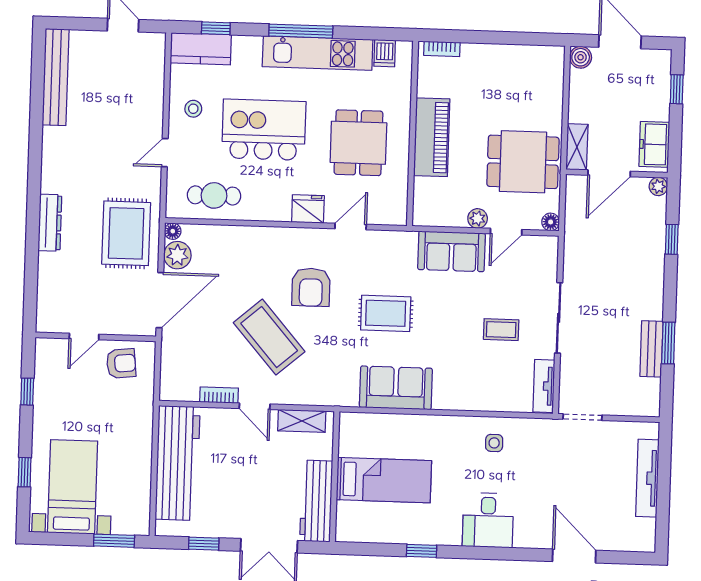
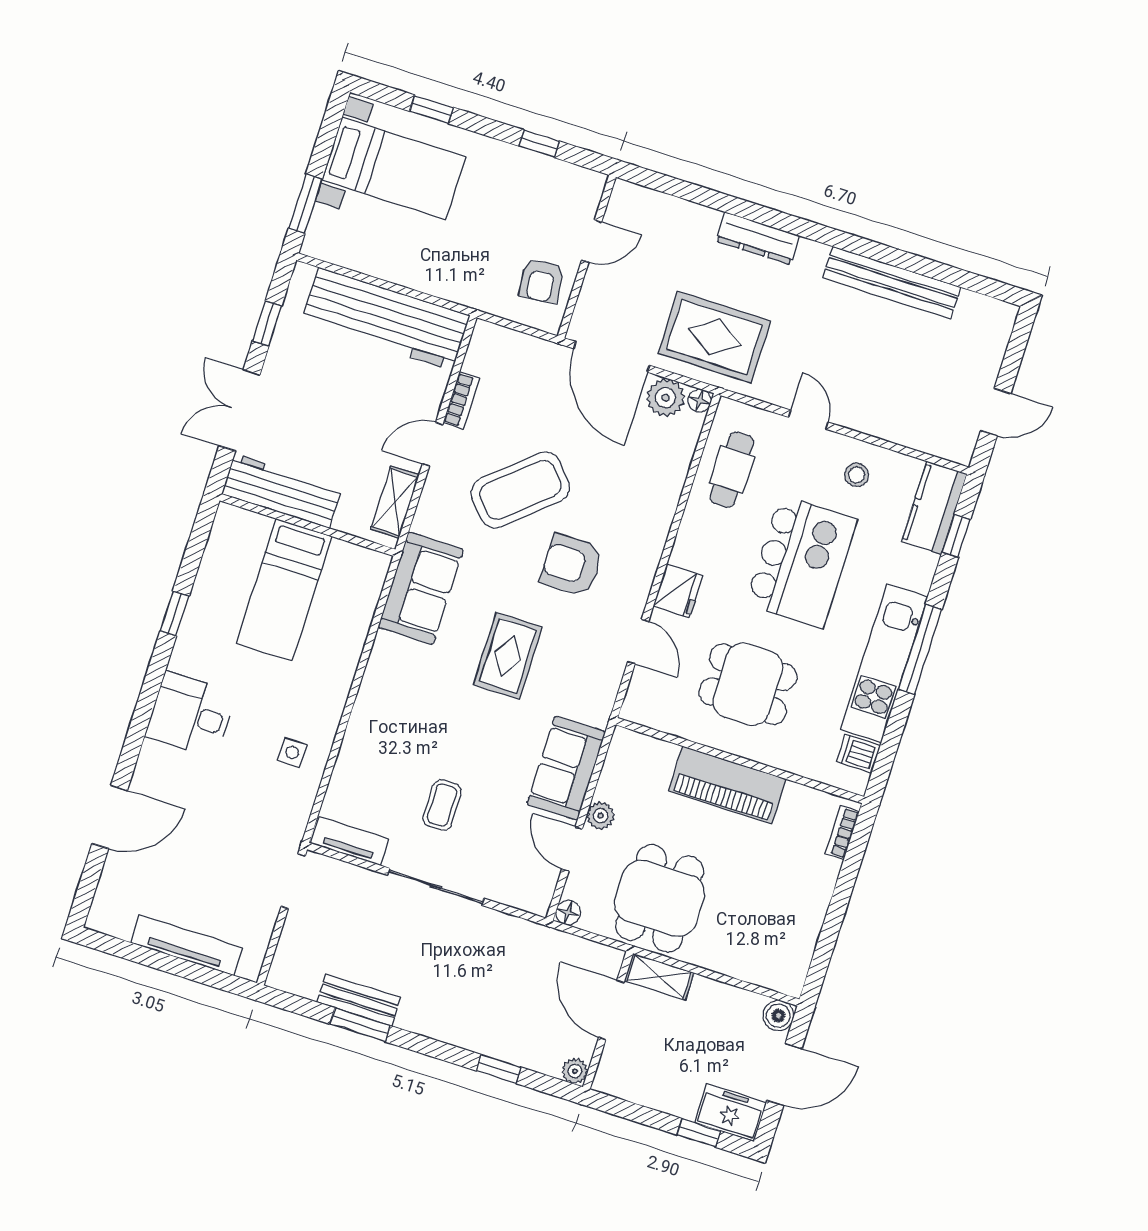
bench: (56, 77) -> (892, 283), moved
freezer: (654, 144) -> (730, 1113), moved
door: (84, 336) -> (592, 241), swing flipped
sofa: (396, 388) -> (421, 588), moved

